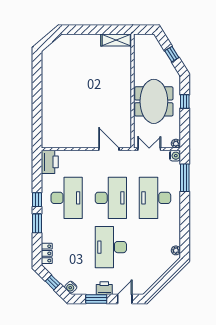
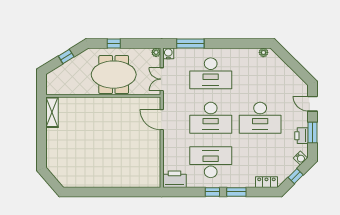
door: (109, 149) -> (162, 120), hinge flipped
desk: (111, 198) -> (211, 118), turned 180
printer: (104, 288) -> (301, 136), moved

